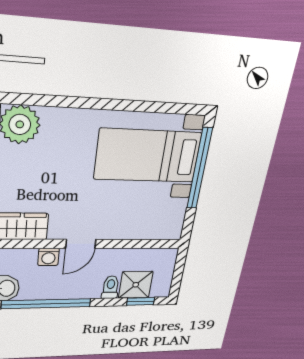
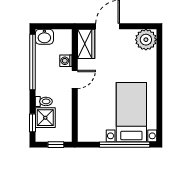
door: (81, 244) -> (75, 79), swing flipped
window: (179, 270) -> (56, 145), added

